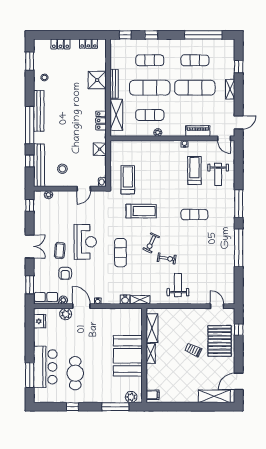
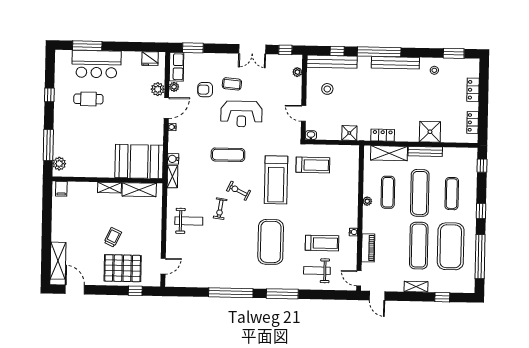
window: (151, 35) -> (481, 211), moved
exercise mat: (195, 60) -> (451, 246), width x2.00, depth x1.45
door: (224, 138) -> (359, 278), hinge flipped
treadmill: (141, 211) -> (276, 180), width x1.37, depth x1.37
exercise mat: (194, 215) -> (271, 242), width x2.00, depth x1.45
double door: (30, 246) -> (252, 49), moved
booth: (128, 356) -> (139, 161), moved
cafe table: (75, 373) -> (88, 99), width x0.73, depth x0.74

